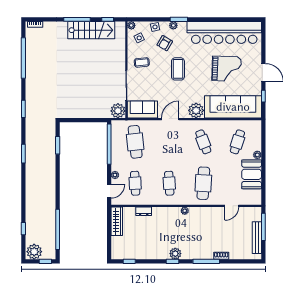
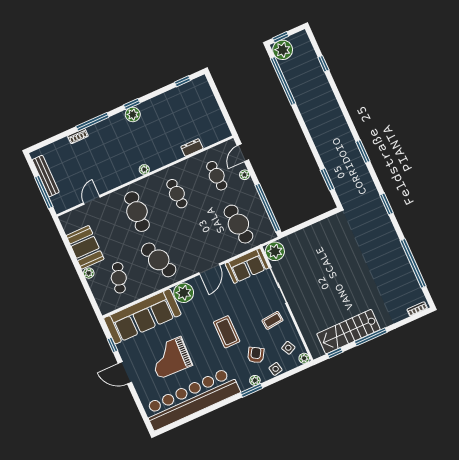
cafe table: (203, 142) -> (159, 260), width x1.37, depth x1.35
wardrobe: (117, 221) -> (218, 122), removed
plant: (34, 252) -> (283, 50), moved

